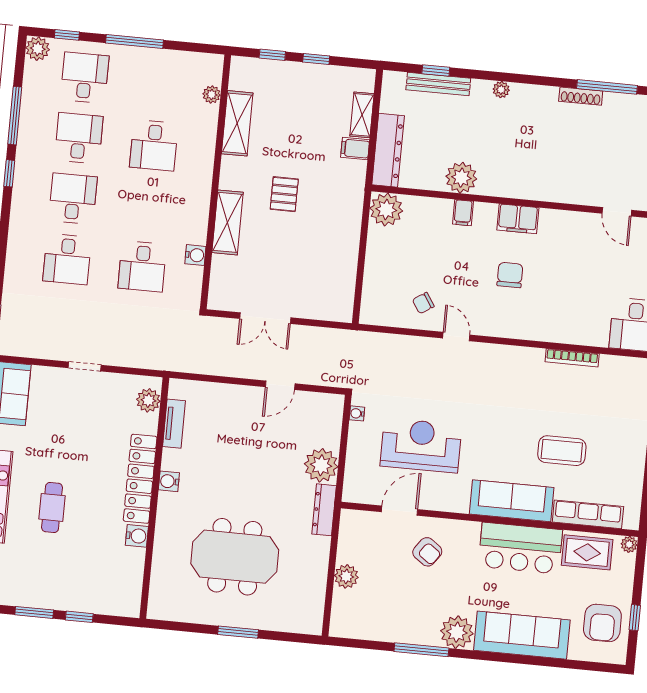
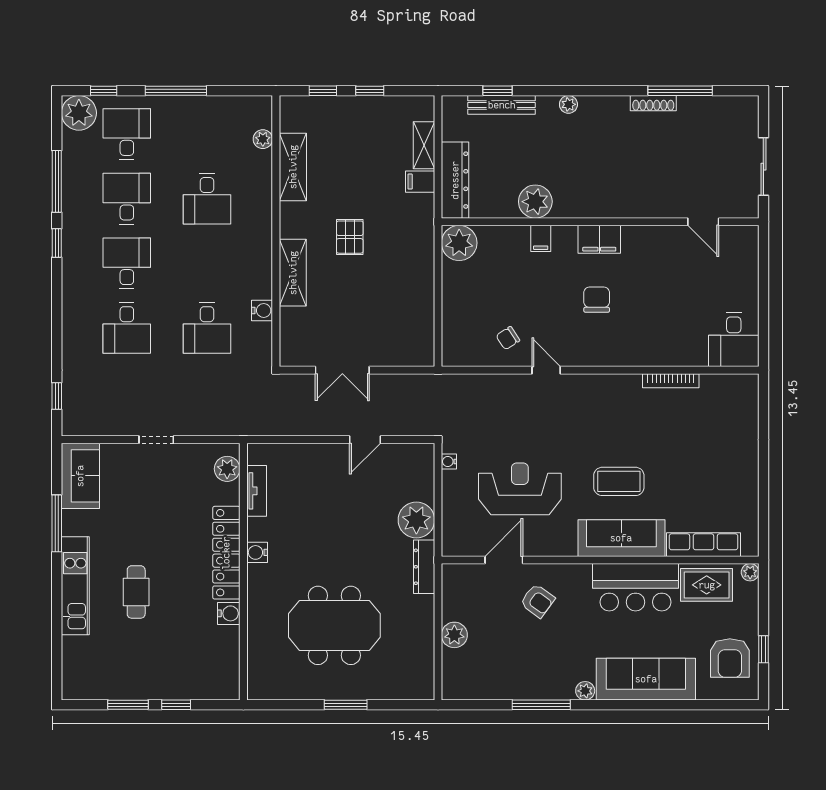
plant: (38, 49) -> (79, 113), width x1.36, depth x1.36
coffee table: (562, 451) -> (619, 481), moved
plant: (457, 632) -> (585, 691), width x0.53, depth x0.53

